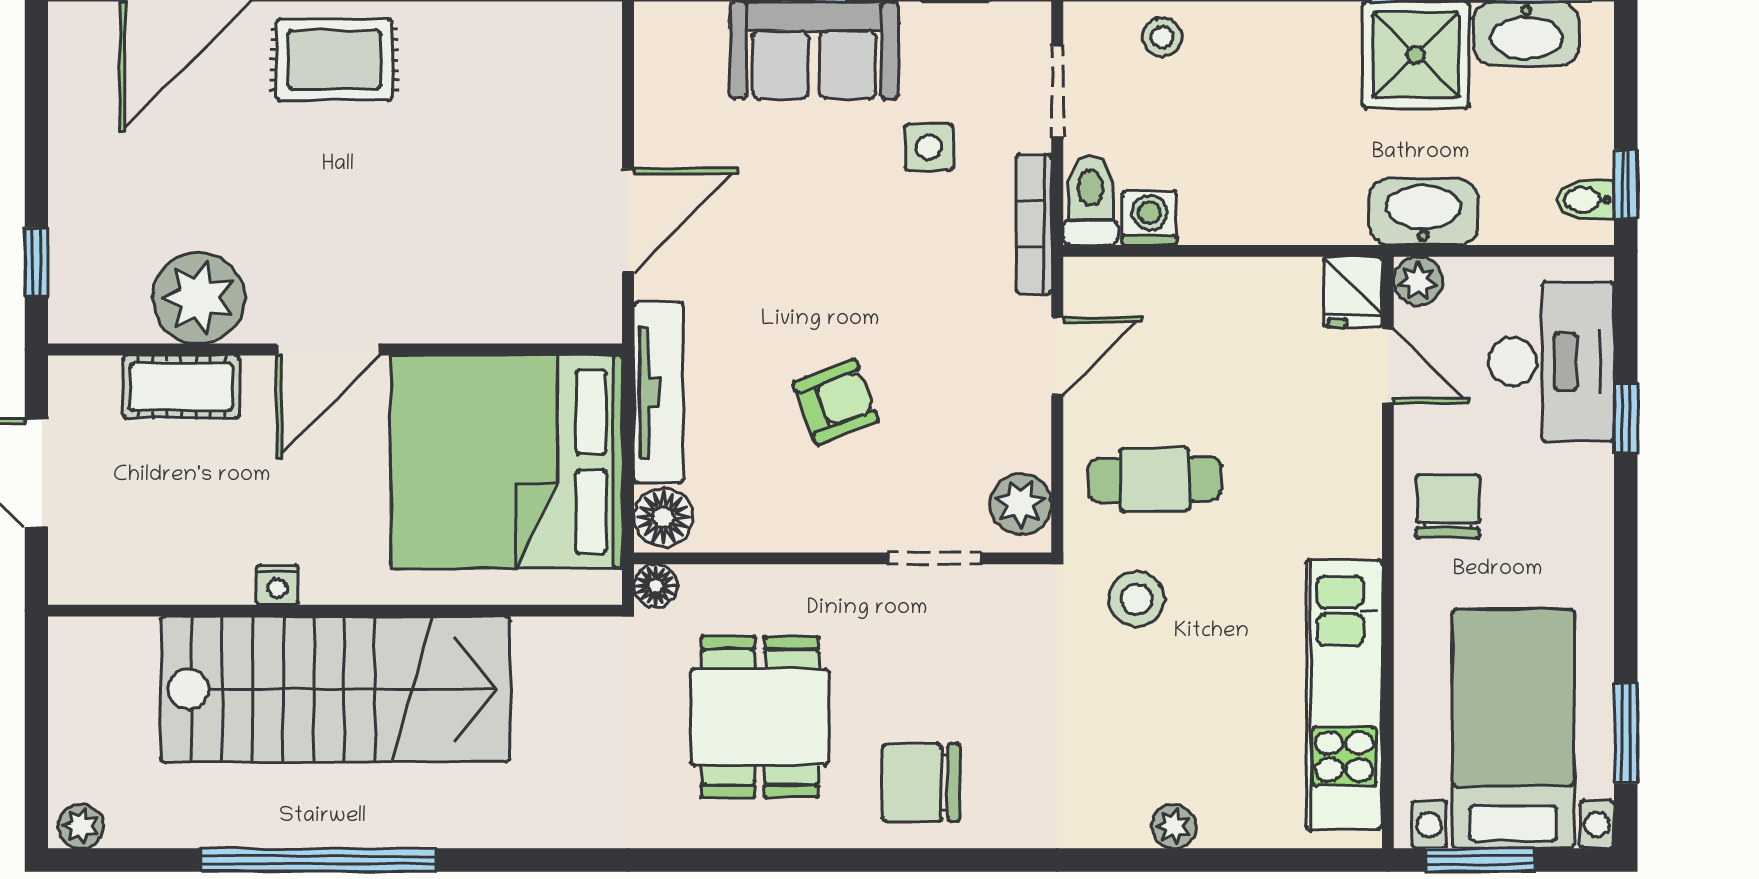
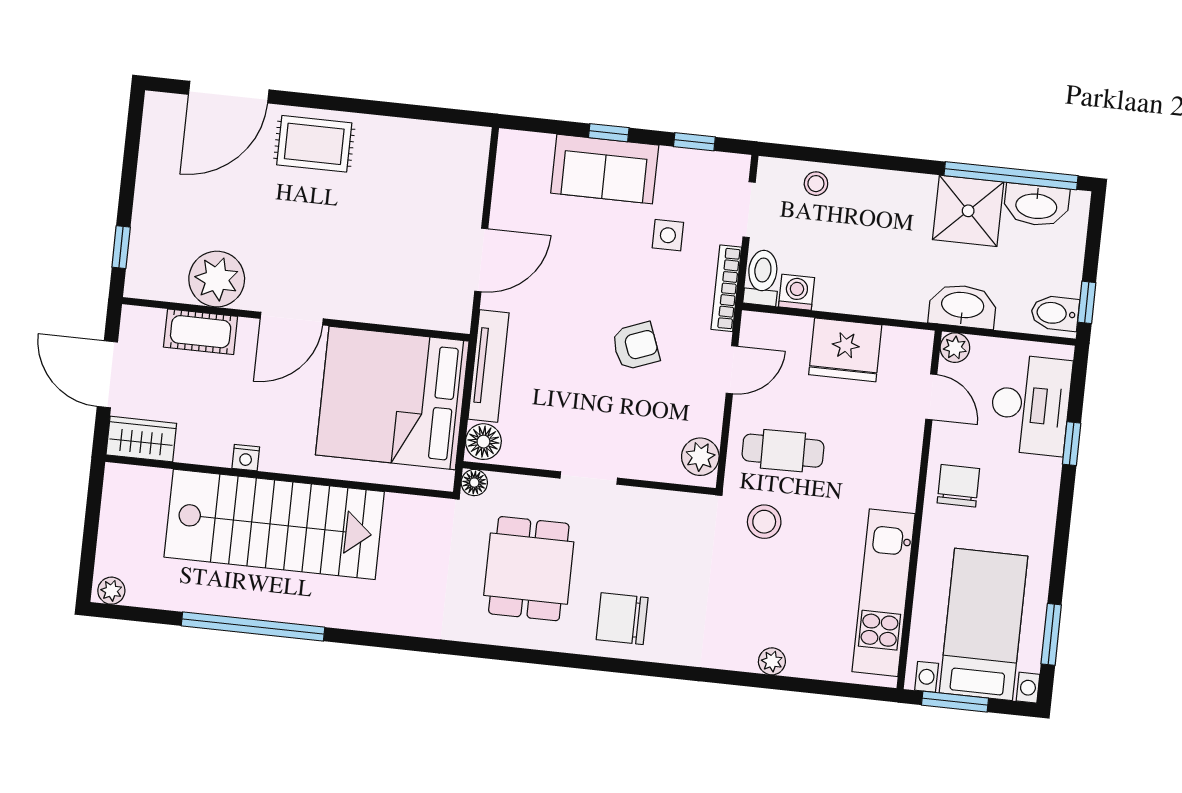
bidet: (1586, 200) -> (1055, 313), width x1.38, depth x1.36
fridge: (1353, 292) -> (845, 350), moved, width x1.88, depth x1.34
armchair: (836, 402) -> (636, 346), moved
doorway: (934, 558) -> (589, 478), moved
wardrobe: (103, 573) -> (141, 439), added

